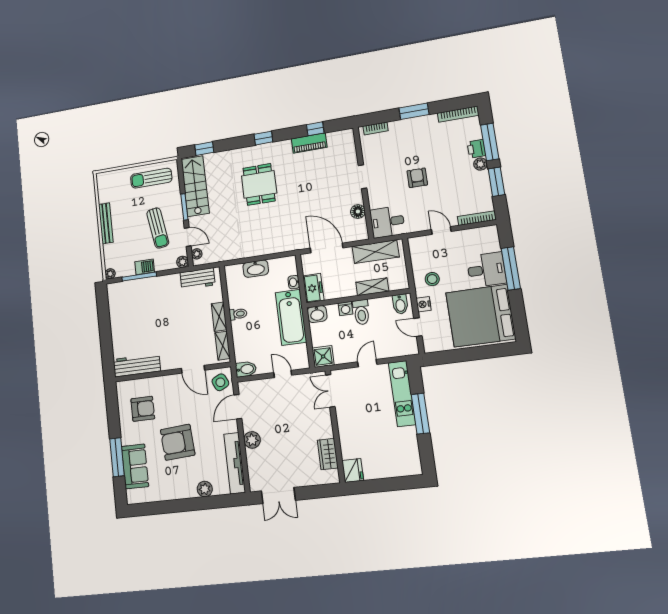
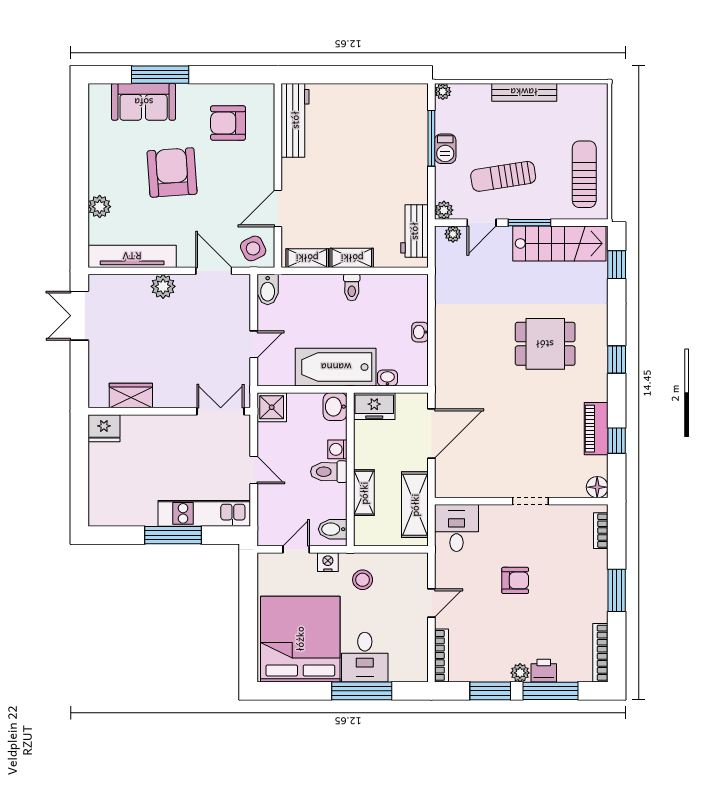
floor lamp: (358, 211) -> (597, 487), moved
washbasin: (256, 269) -> (420, 332), width x0.52, depth x0.69
armchair: (143, 409) -> (228, 123), turned 90

